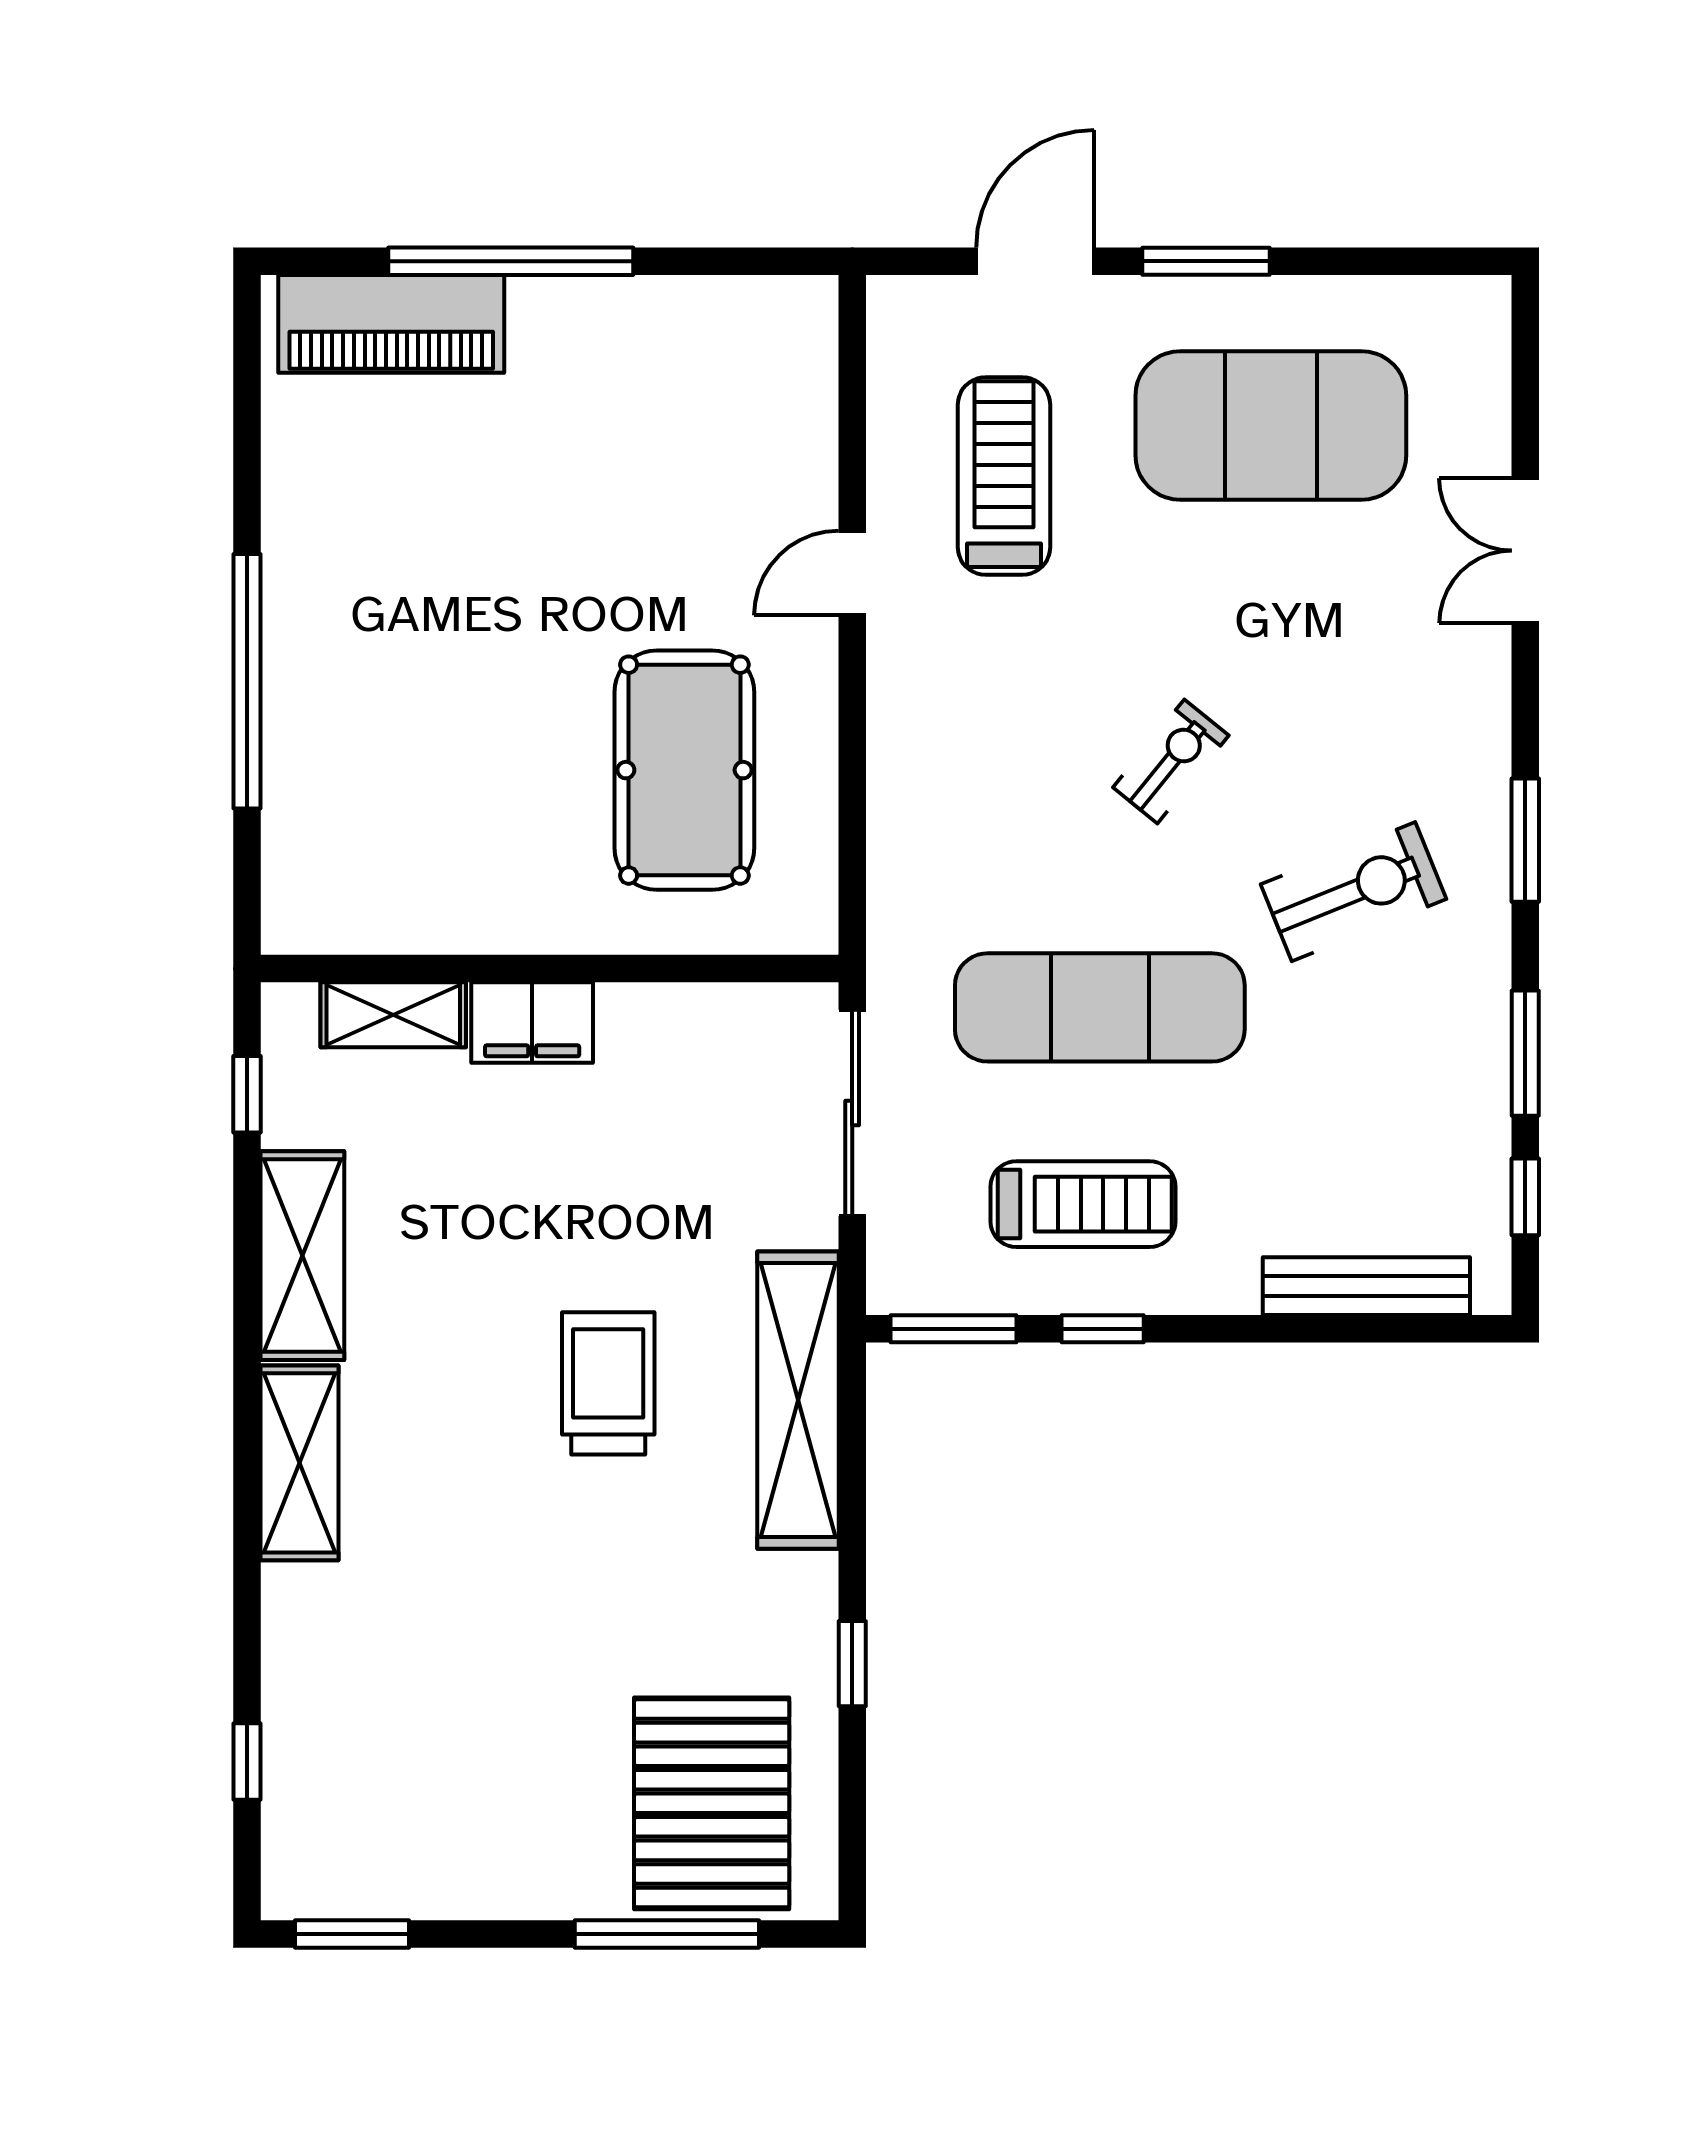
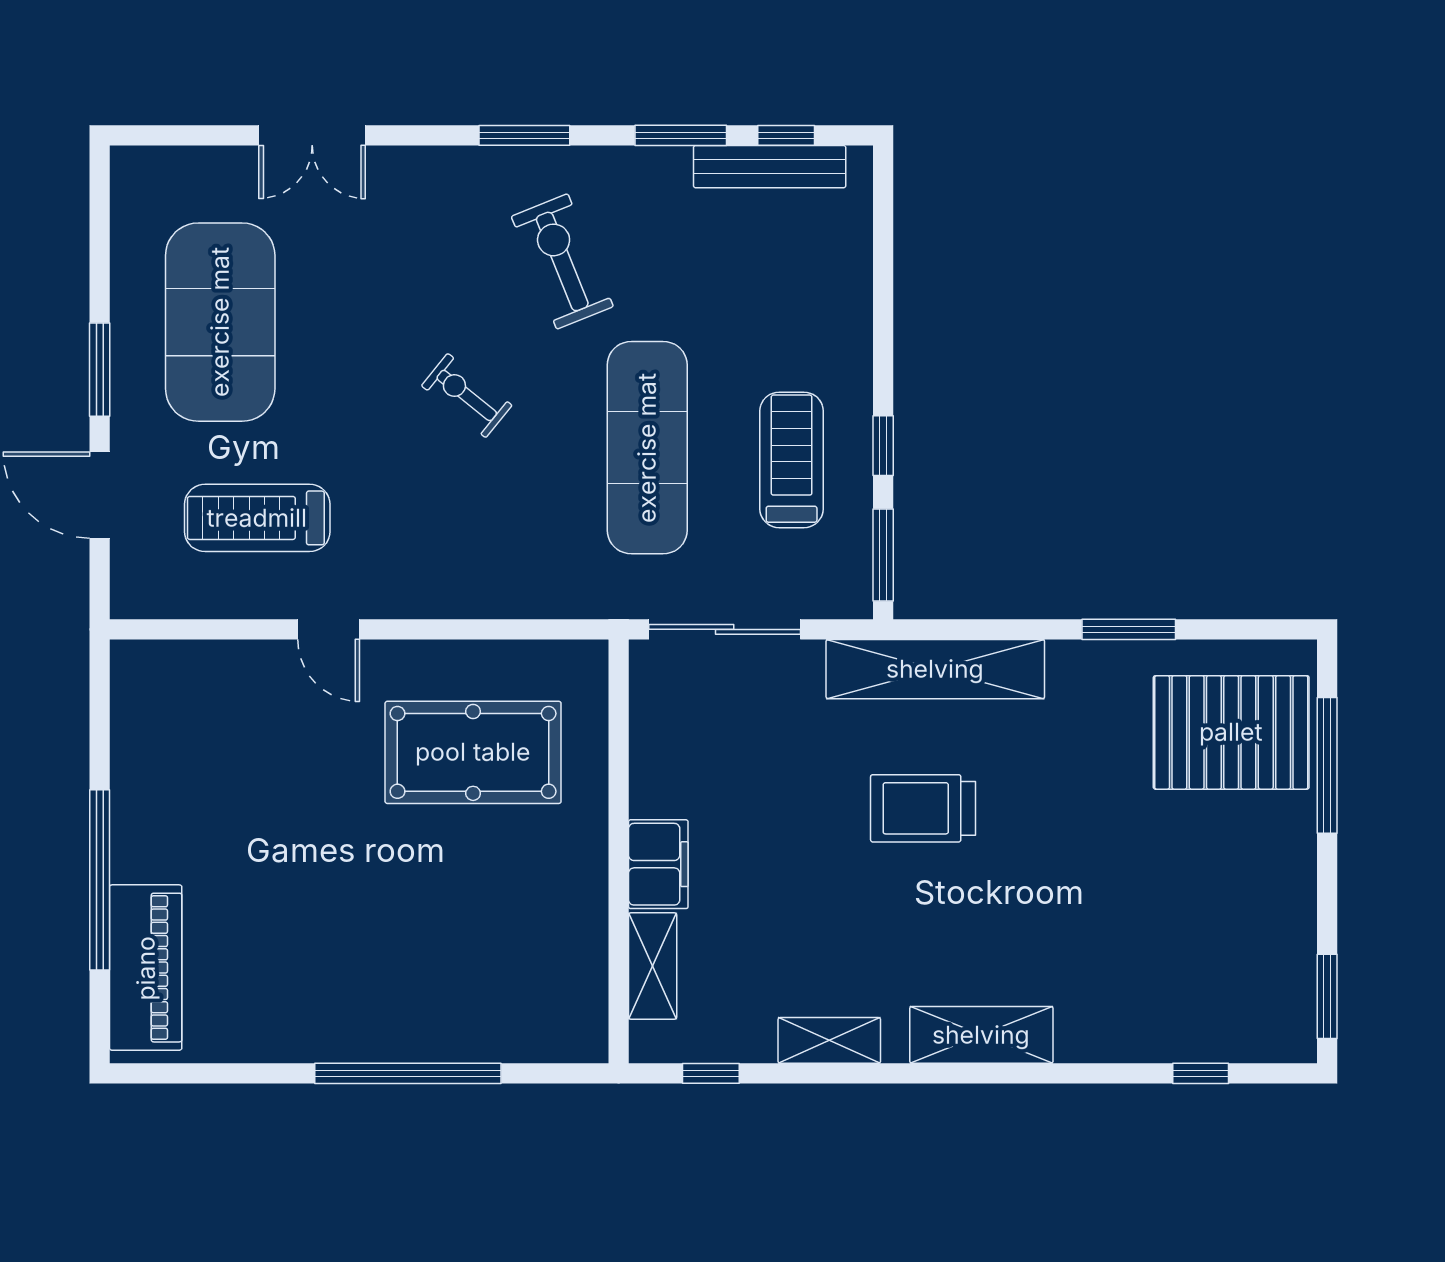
shelving: (302, 1256) -> (829, 1040), width x0.67, depth x0.75
bench: (1366, 1286) -> (770, 167), moved, turned 90
window: (852, 1664) -> (1129, 629), width x1.50

